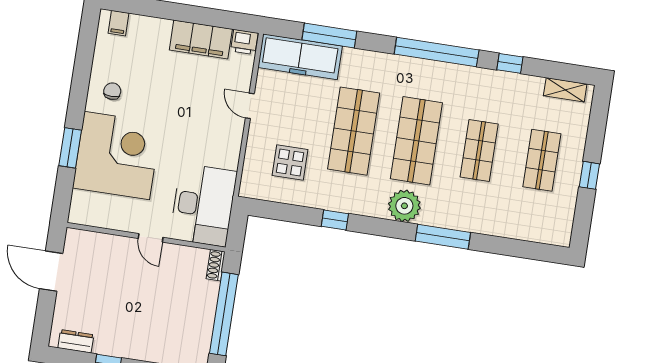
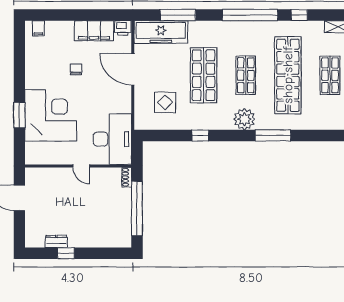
chair: (112, 91) -> (76, 69), moved
door: (250, 106) -> (133, 69), width x1.88
shop shelf: (416, 141) -> (246, 75), width x0.70, depth x0.74
shop shelf: (479, 150) -> (288, 75), width x2.00, depth x1.36
dresser: (76, 341) -> (56, 241), moved

